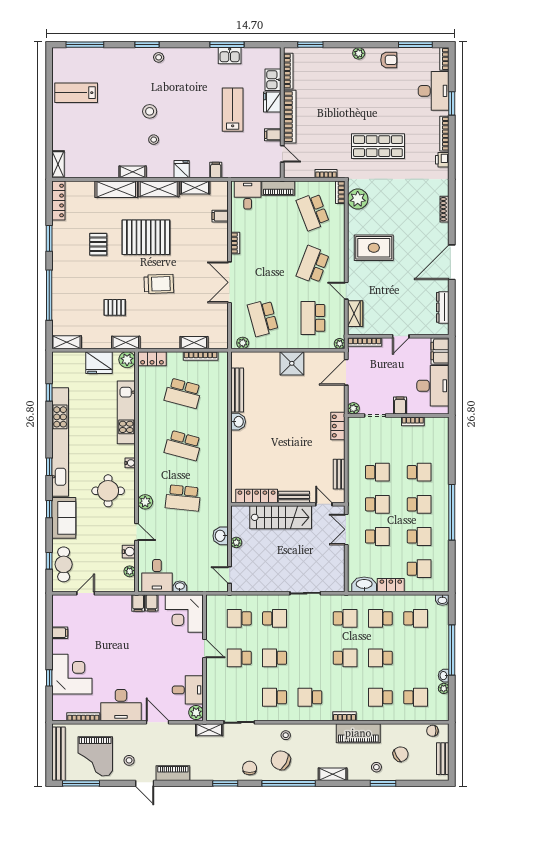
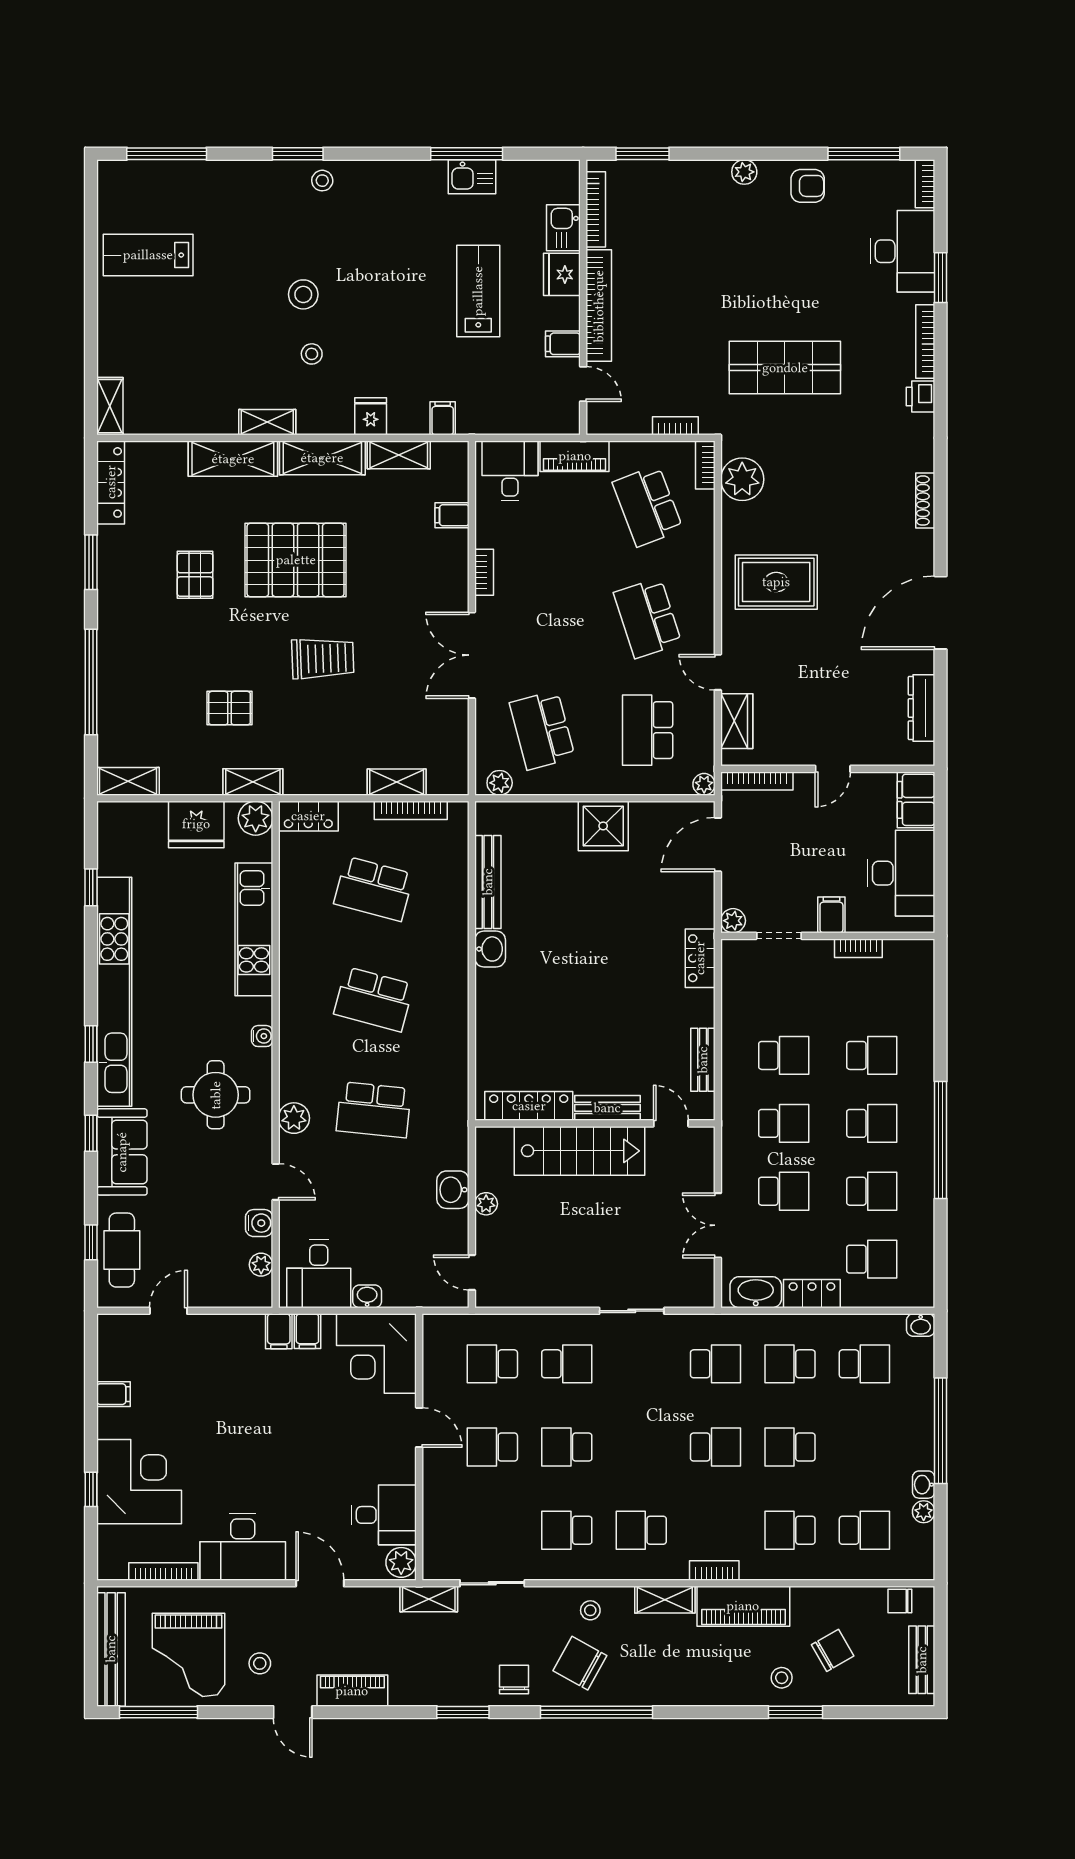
school desk: (313, 265) -> (648, 618), turned -39
double door: (346, 529) -> (718, 1225), moved
shelving: (333, 774) -> (665, 1600), moved

